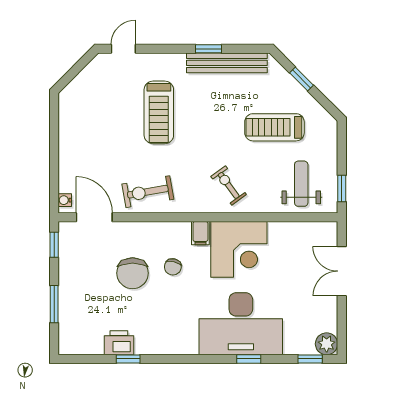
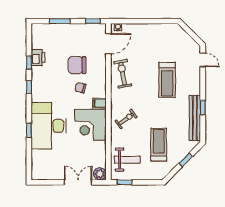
treadmill: (159, 112) -> (167, 80), turned -90
plant: (327, 344) -> (100, 174), moved
window: (310, 359) -> (29, 87), moved

